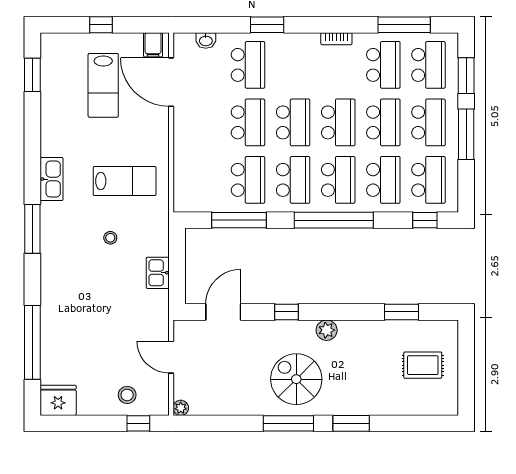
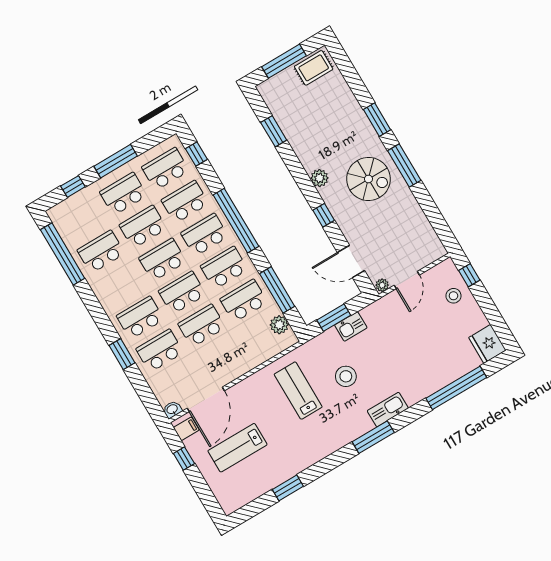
window: (101, 25) -> (184, 459), moved
window: (404, 25) -> (63, 254), width x1.46
bookcase: (336, 39) -> (102, 297), removed
washbasin: (206, 40) -> (172, 410), moved, turned -90
school desk: (428, 65) -> (140, 318), moved
window: (32, 75) -> (288, 488), moved
window: (466, 76) -> (73, 186), width x0.67
lab bench: (103, 85) -> (237, 448), turned 180
kitchen sink: (52, 179) -> (388, 410), moved
plant: (202, 201) -> (279, 325), added
stool: (110, 238) -> (346, 376), width x1.89, depth x1.89
window: (177, 261) -> (334, 318), added
window: (466, 364) -> (284, 61), added
rug: (423, 365) -> (314, 68), moved, turned 90
spiral stairs: (296, 379) -> (368, 179), turned -90
plant: (181, 408) -> (382, 285), moved

